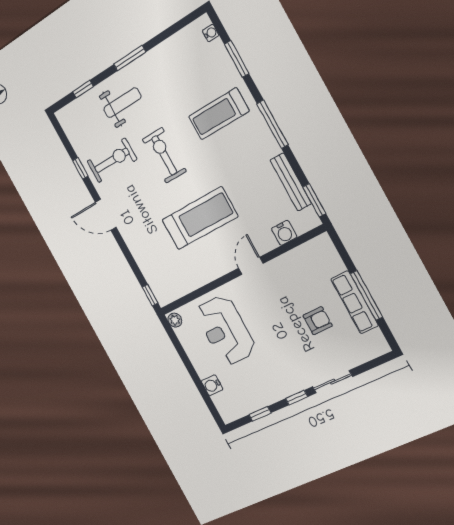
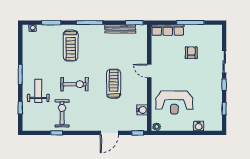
exercise bike: (164, 155) -> (75, 84), turned 180
door: (106, 215) -> (109, 133), moved
treadmill: (200, 218) -> (114, 84), width x0.73, depth x0.73
water cooler: (284, 233) -> (142, 110), moved
row of seats: (354, 302) -> (168, 30), moved

